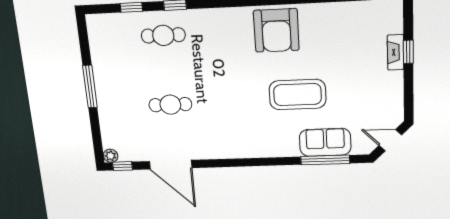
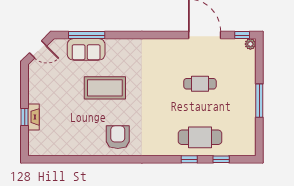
armchair: (276, 30) -> (118, 137), width x0.73, depth x0.73
cafe table: (163, 35) -> (200, 137), width x1.37, depth x1.35

